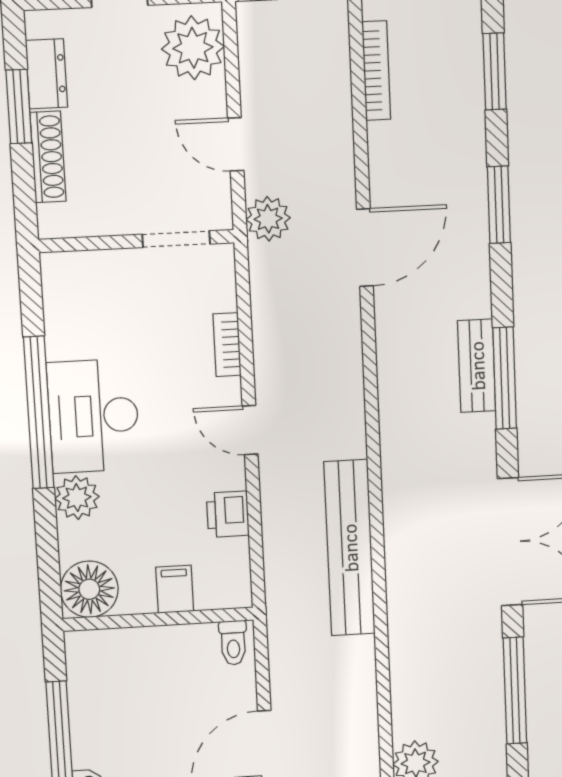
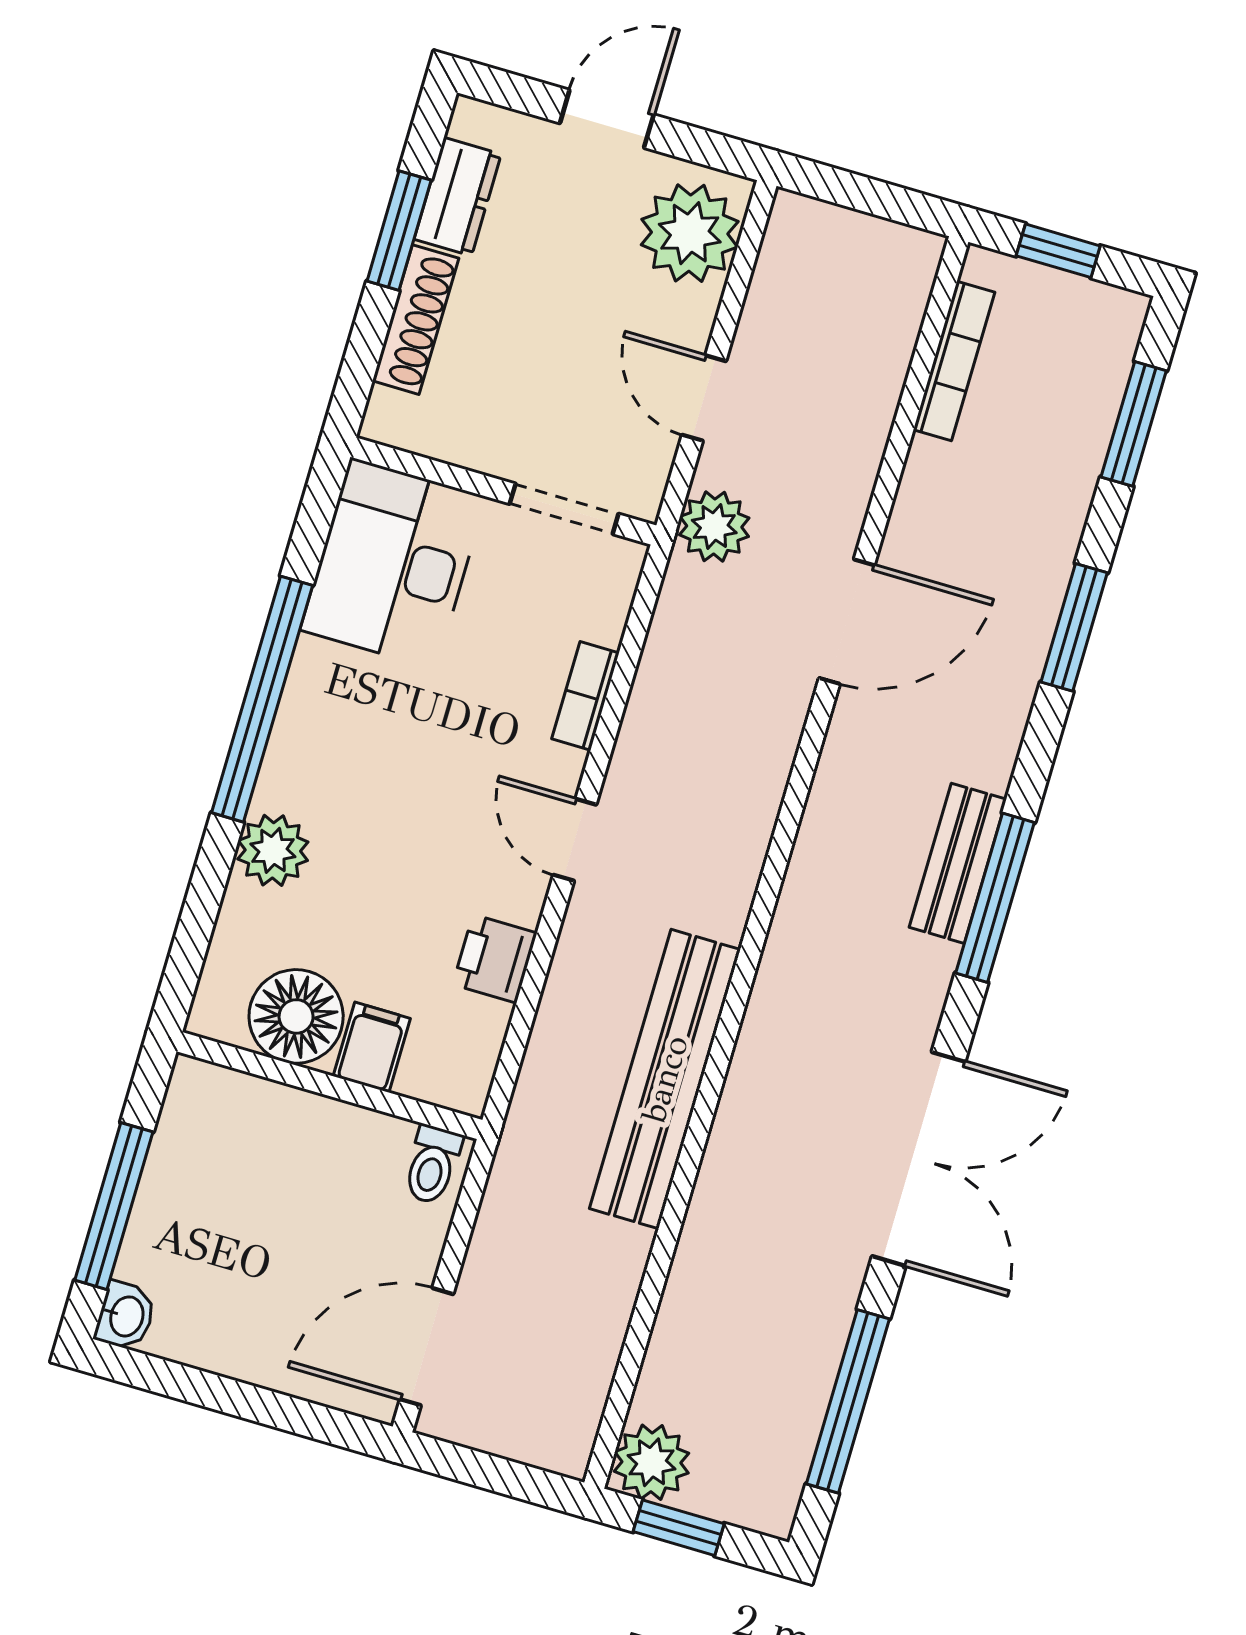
desk: (93, 416) -> (393, 563), moved
floor lamp: (89, 589) -> (296, 1016), moved

